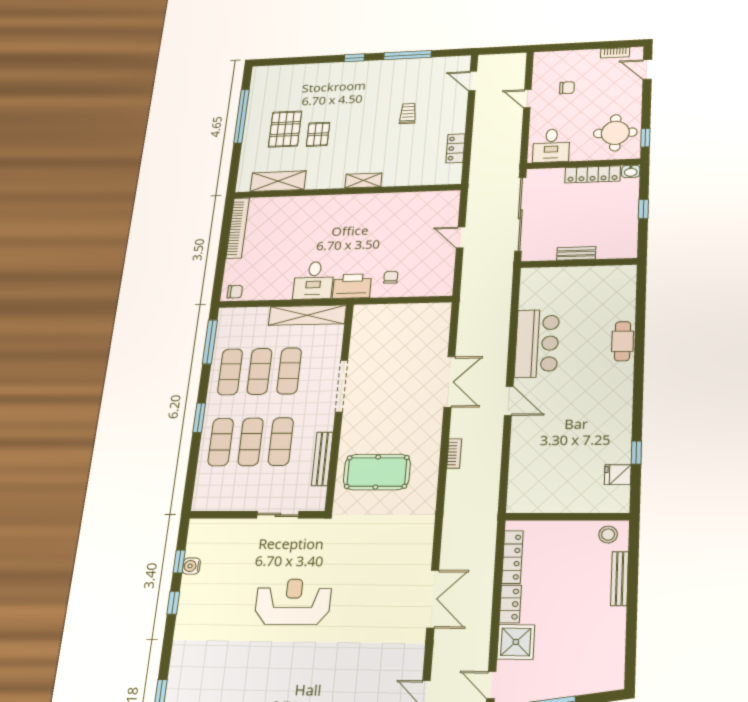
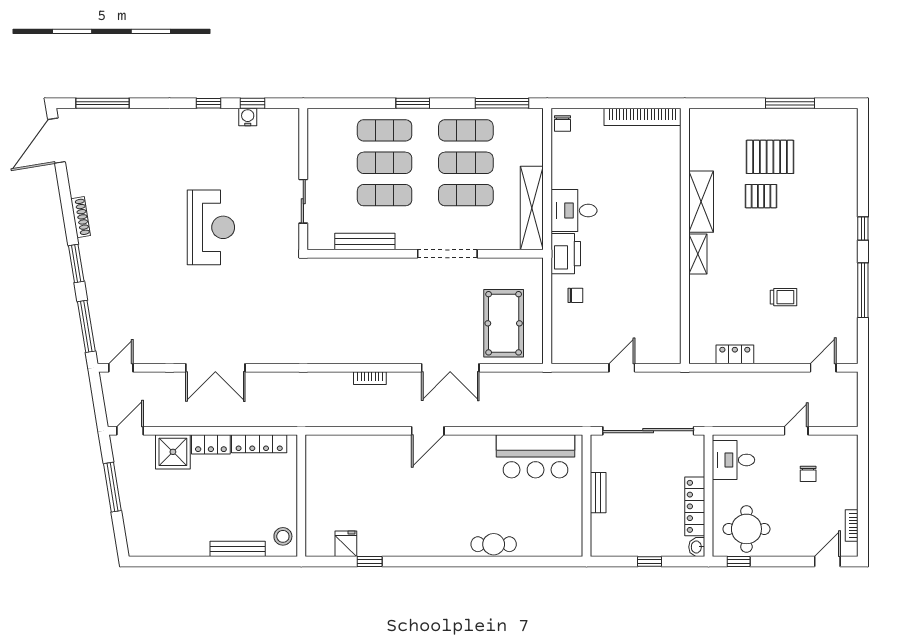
window: (241, 116) -> (790, 103), width x0.68
shelving: (278, 181) -> (701, 202), moved
bar counter: (537, 343) -> (536, 456), moved
pool table: (377, 472) -> (504, 323), moved

